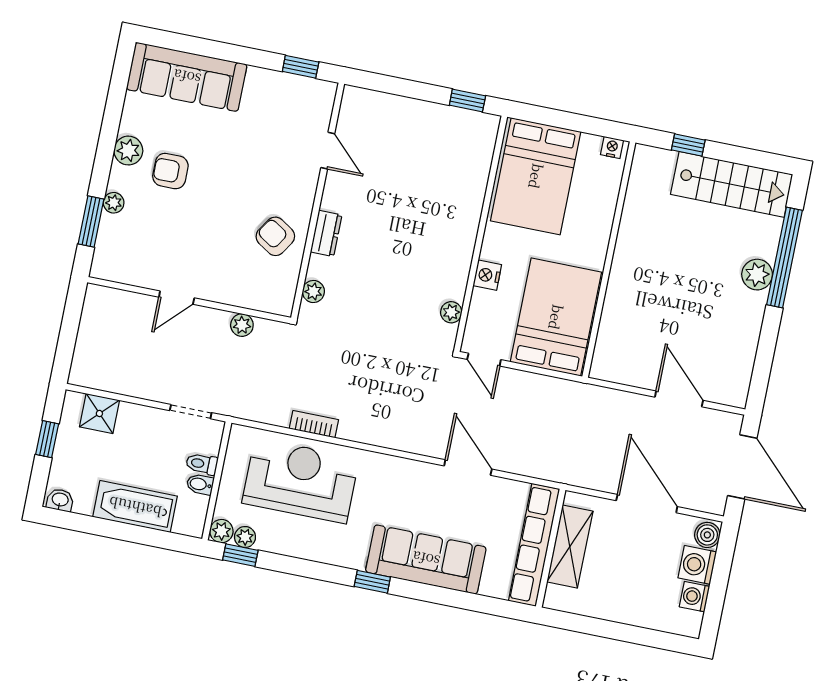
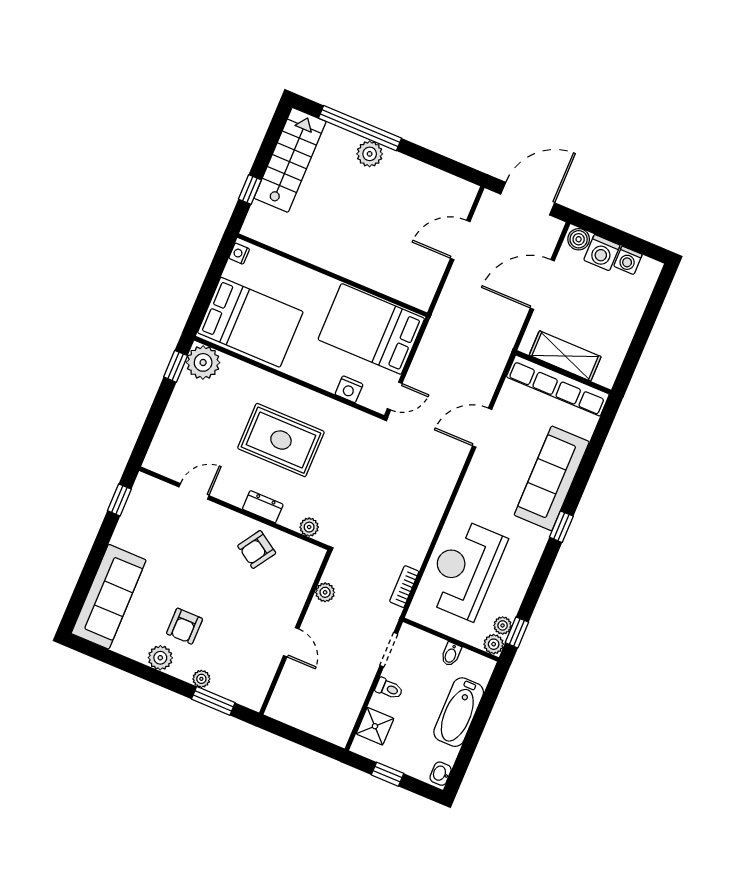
rug: (407, 239) -> (281, 440), added
nightstand: (487, 275) -> (349, 389), moved
plant: (451, 312) -> (203, 362), moved, width x1.88, depth x1.88
bookcase: (314, 424) -> (404, 587), moved
toilet: (202, 464) -> (389, 689), moved, turned -90

